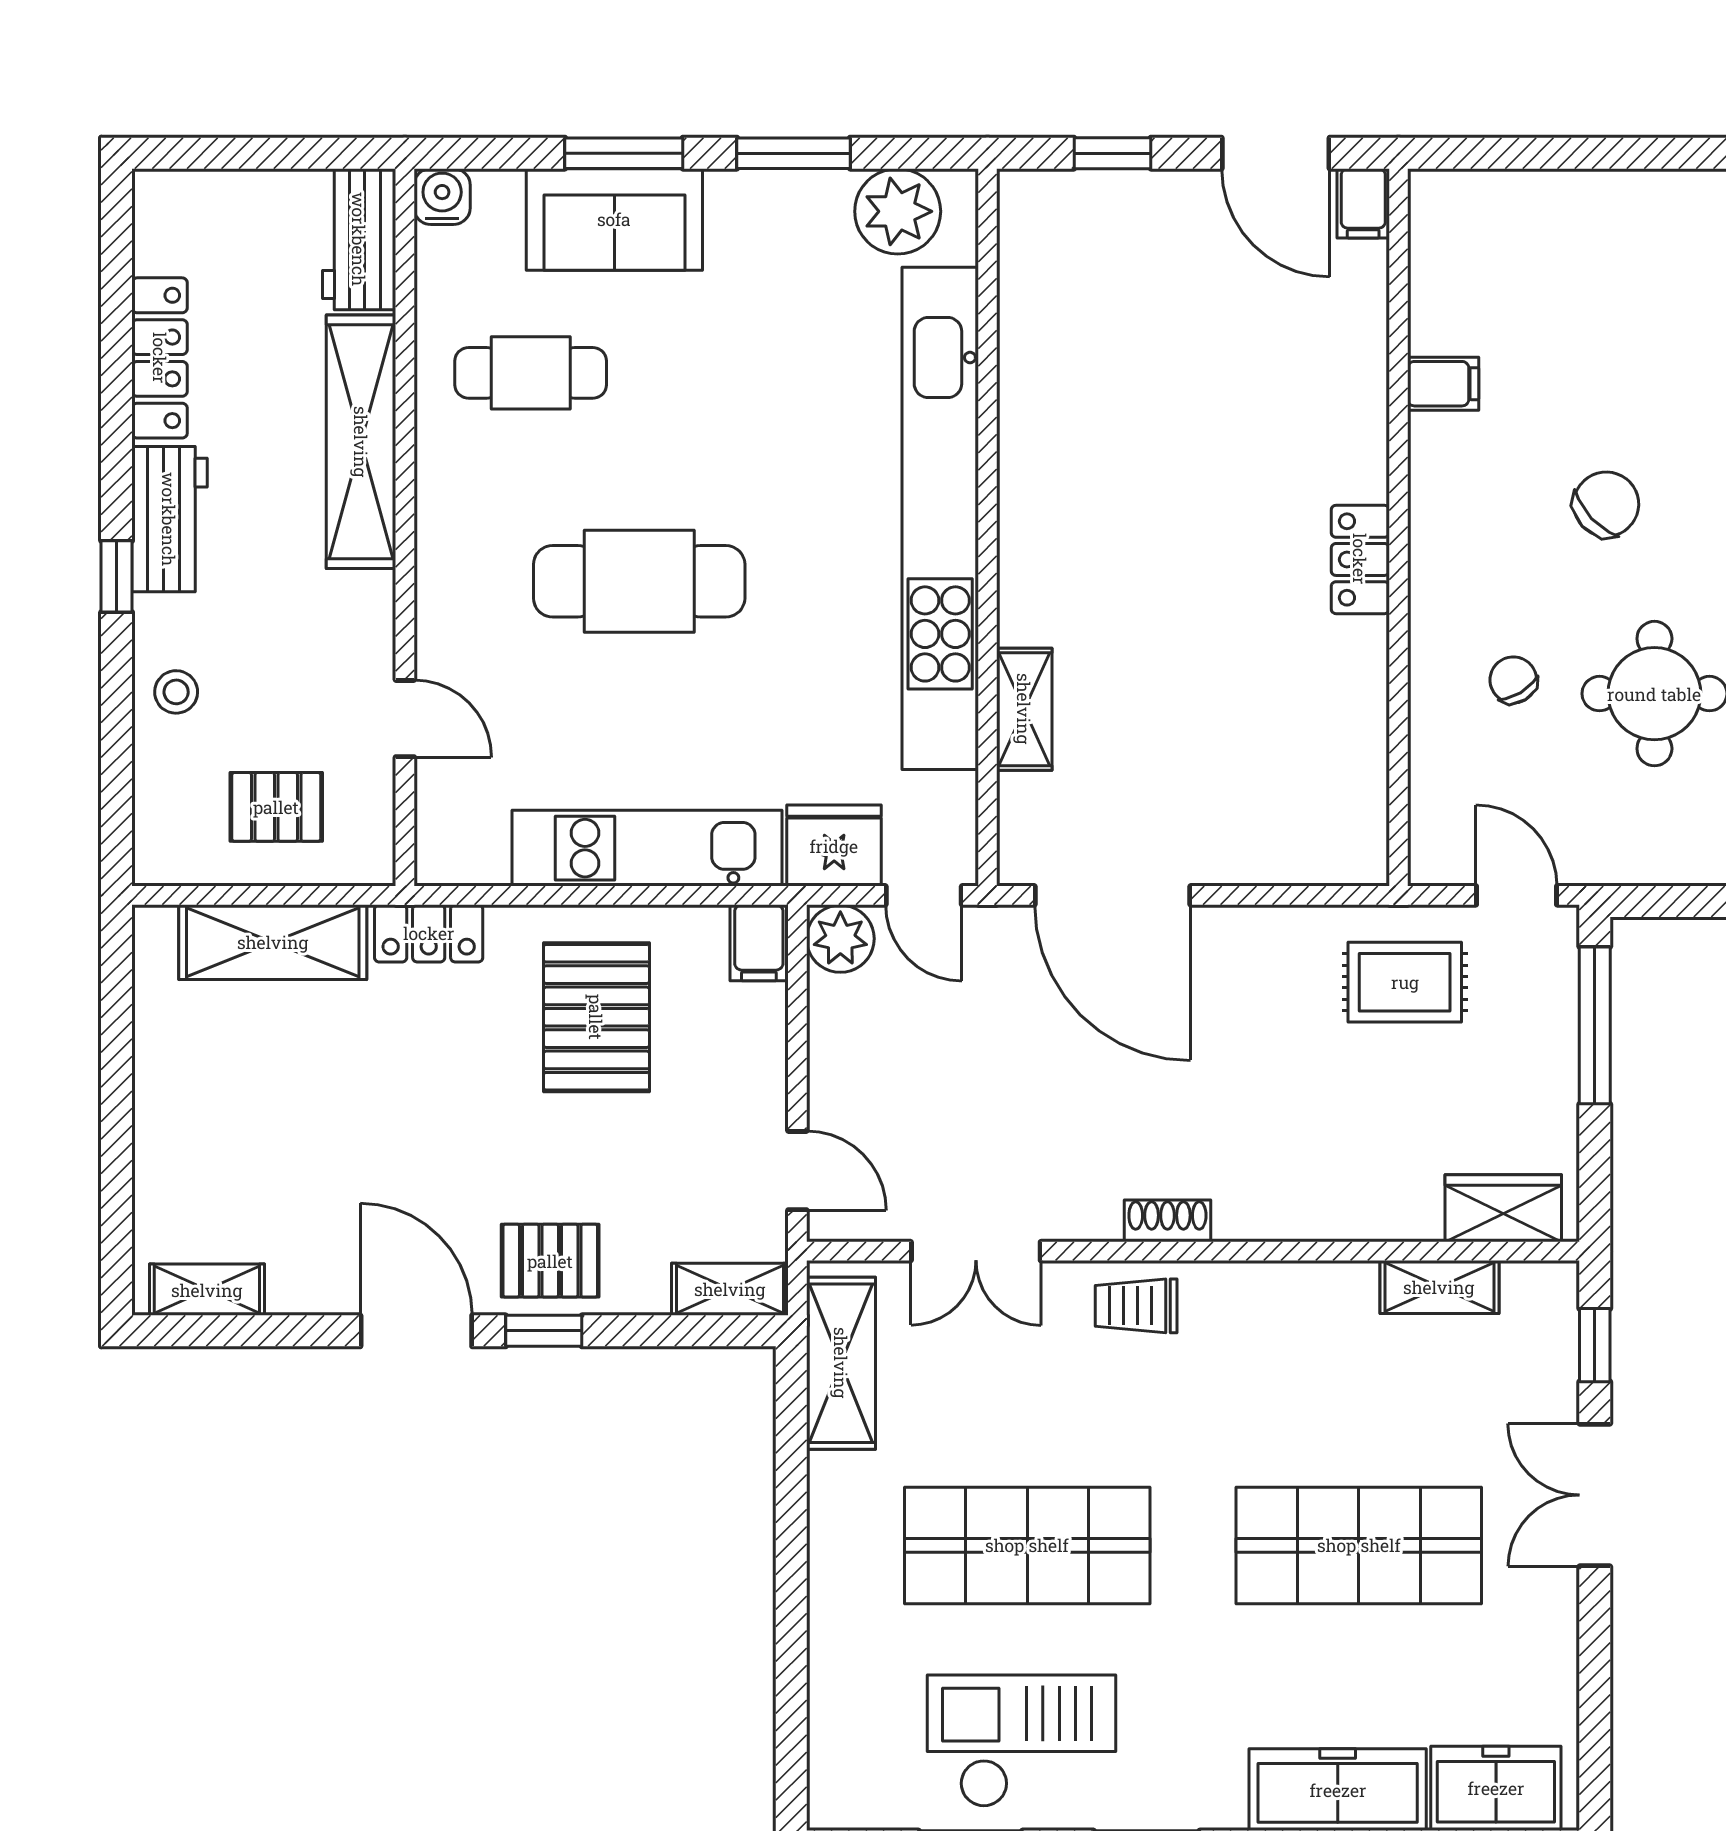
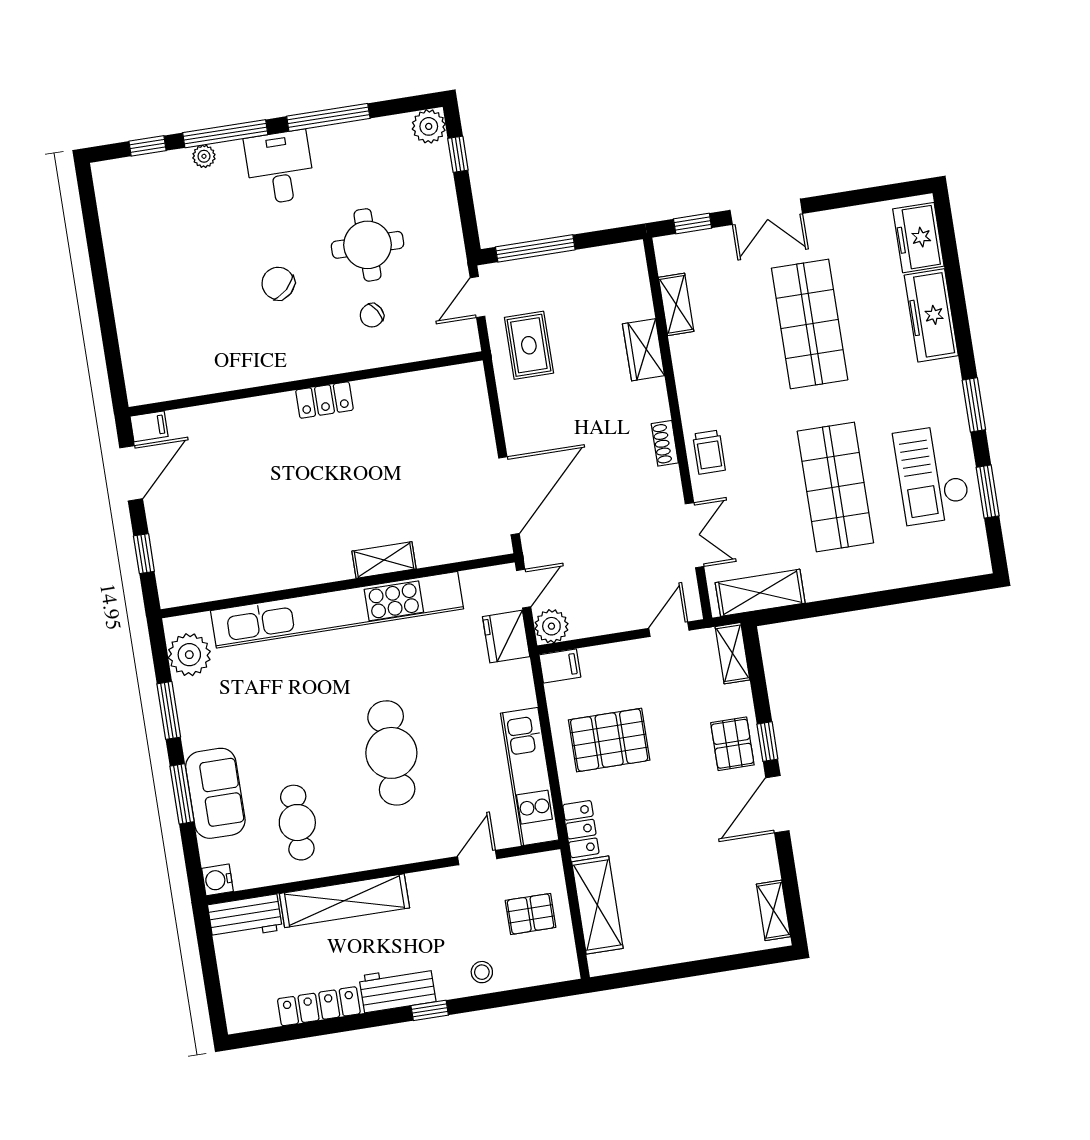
filing cabinet: (1443, 384) -> (232, 373), removed
shelving: (1024, 709) -> (384, 560), moved
pallet: (276, 807) -> (531, 914), turned 90
kitchen unit: (647, 848) -> (530, 777), moved
wardrobe: (1503, 1208) -> (644, 350), moved

